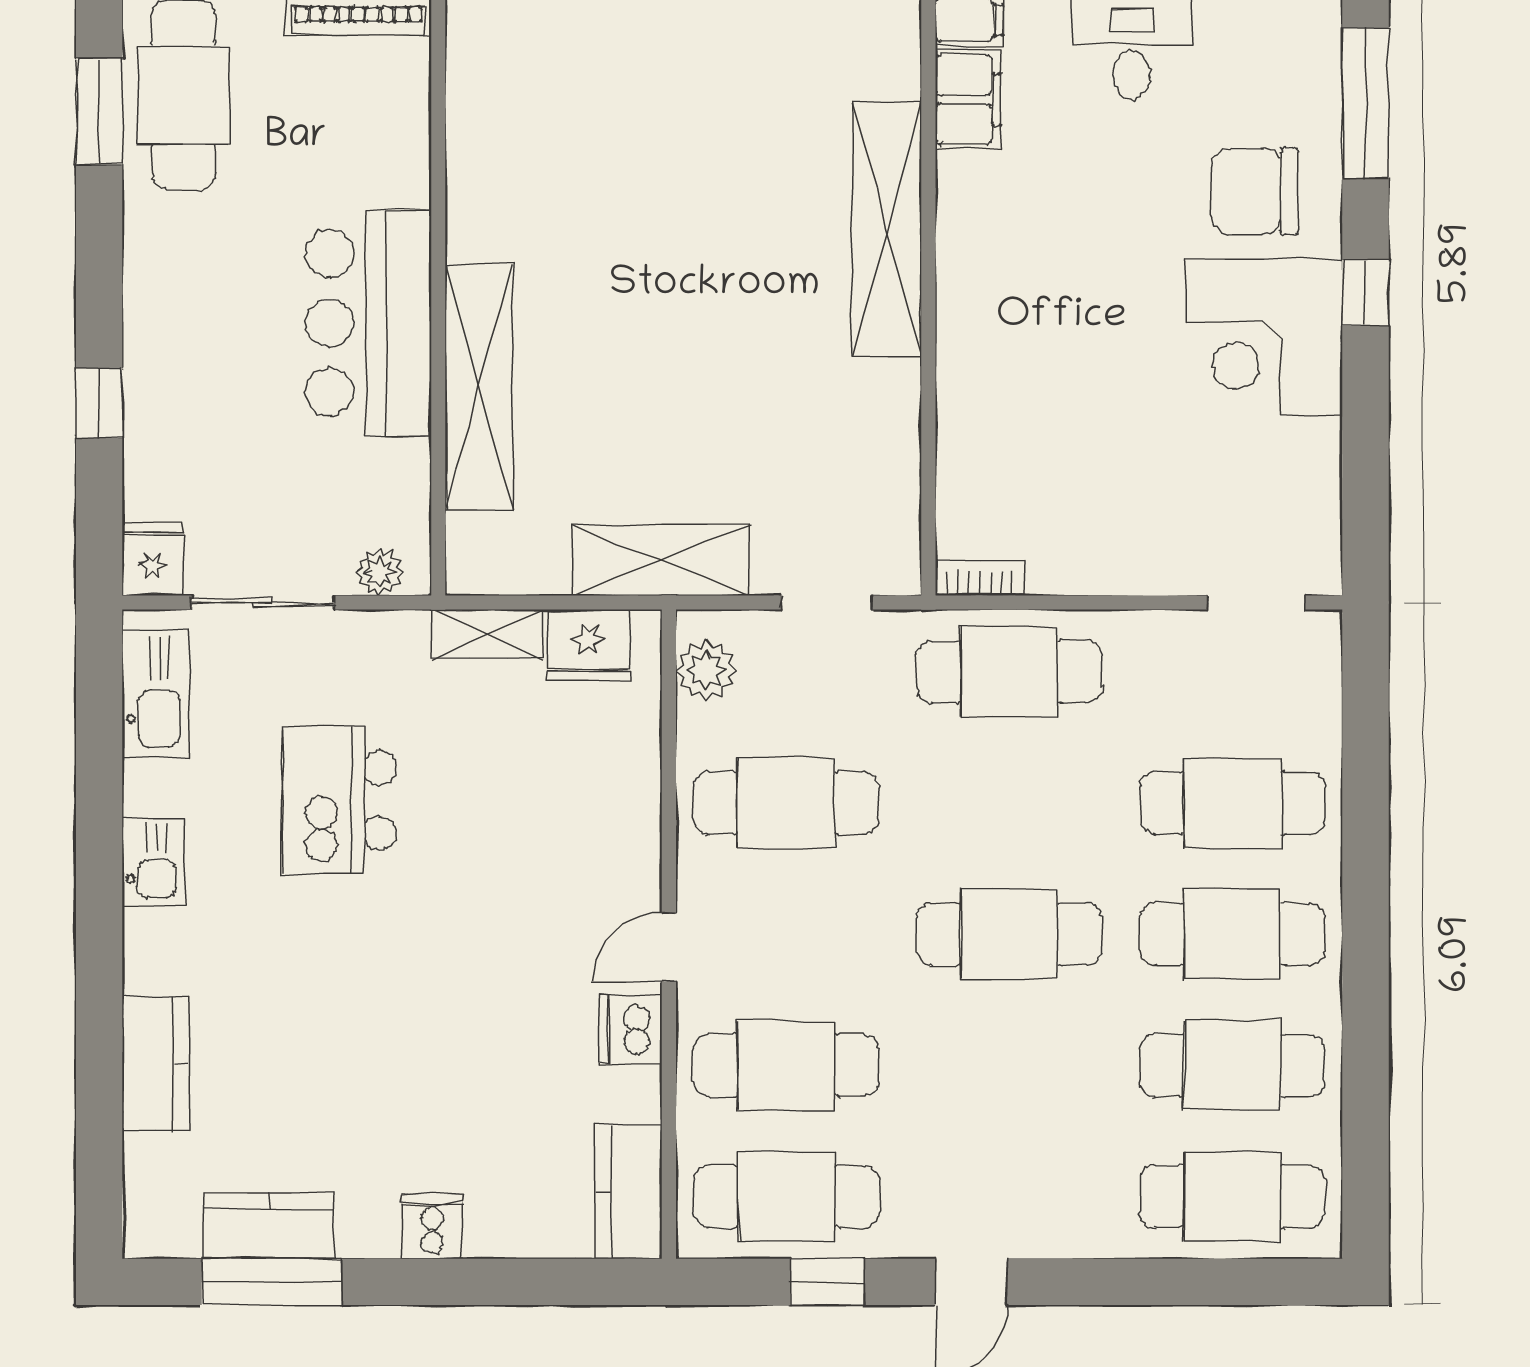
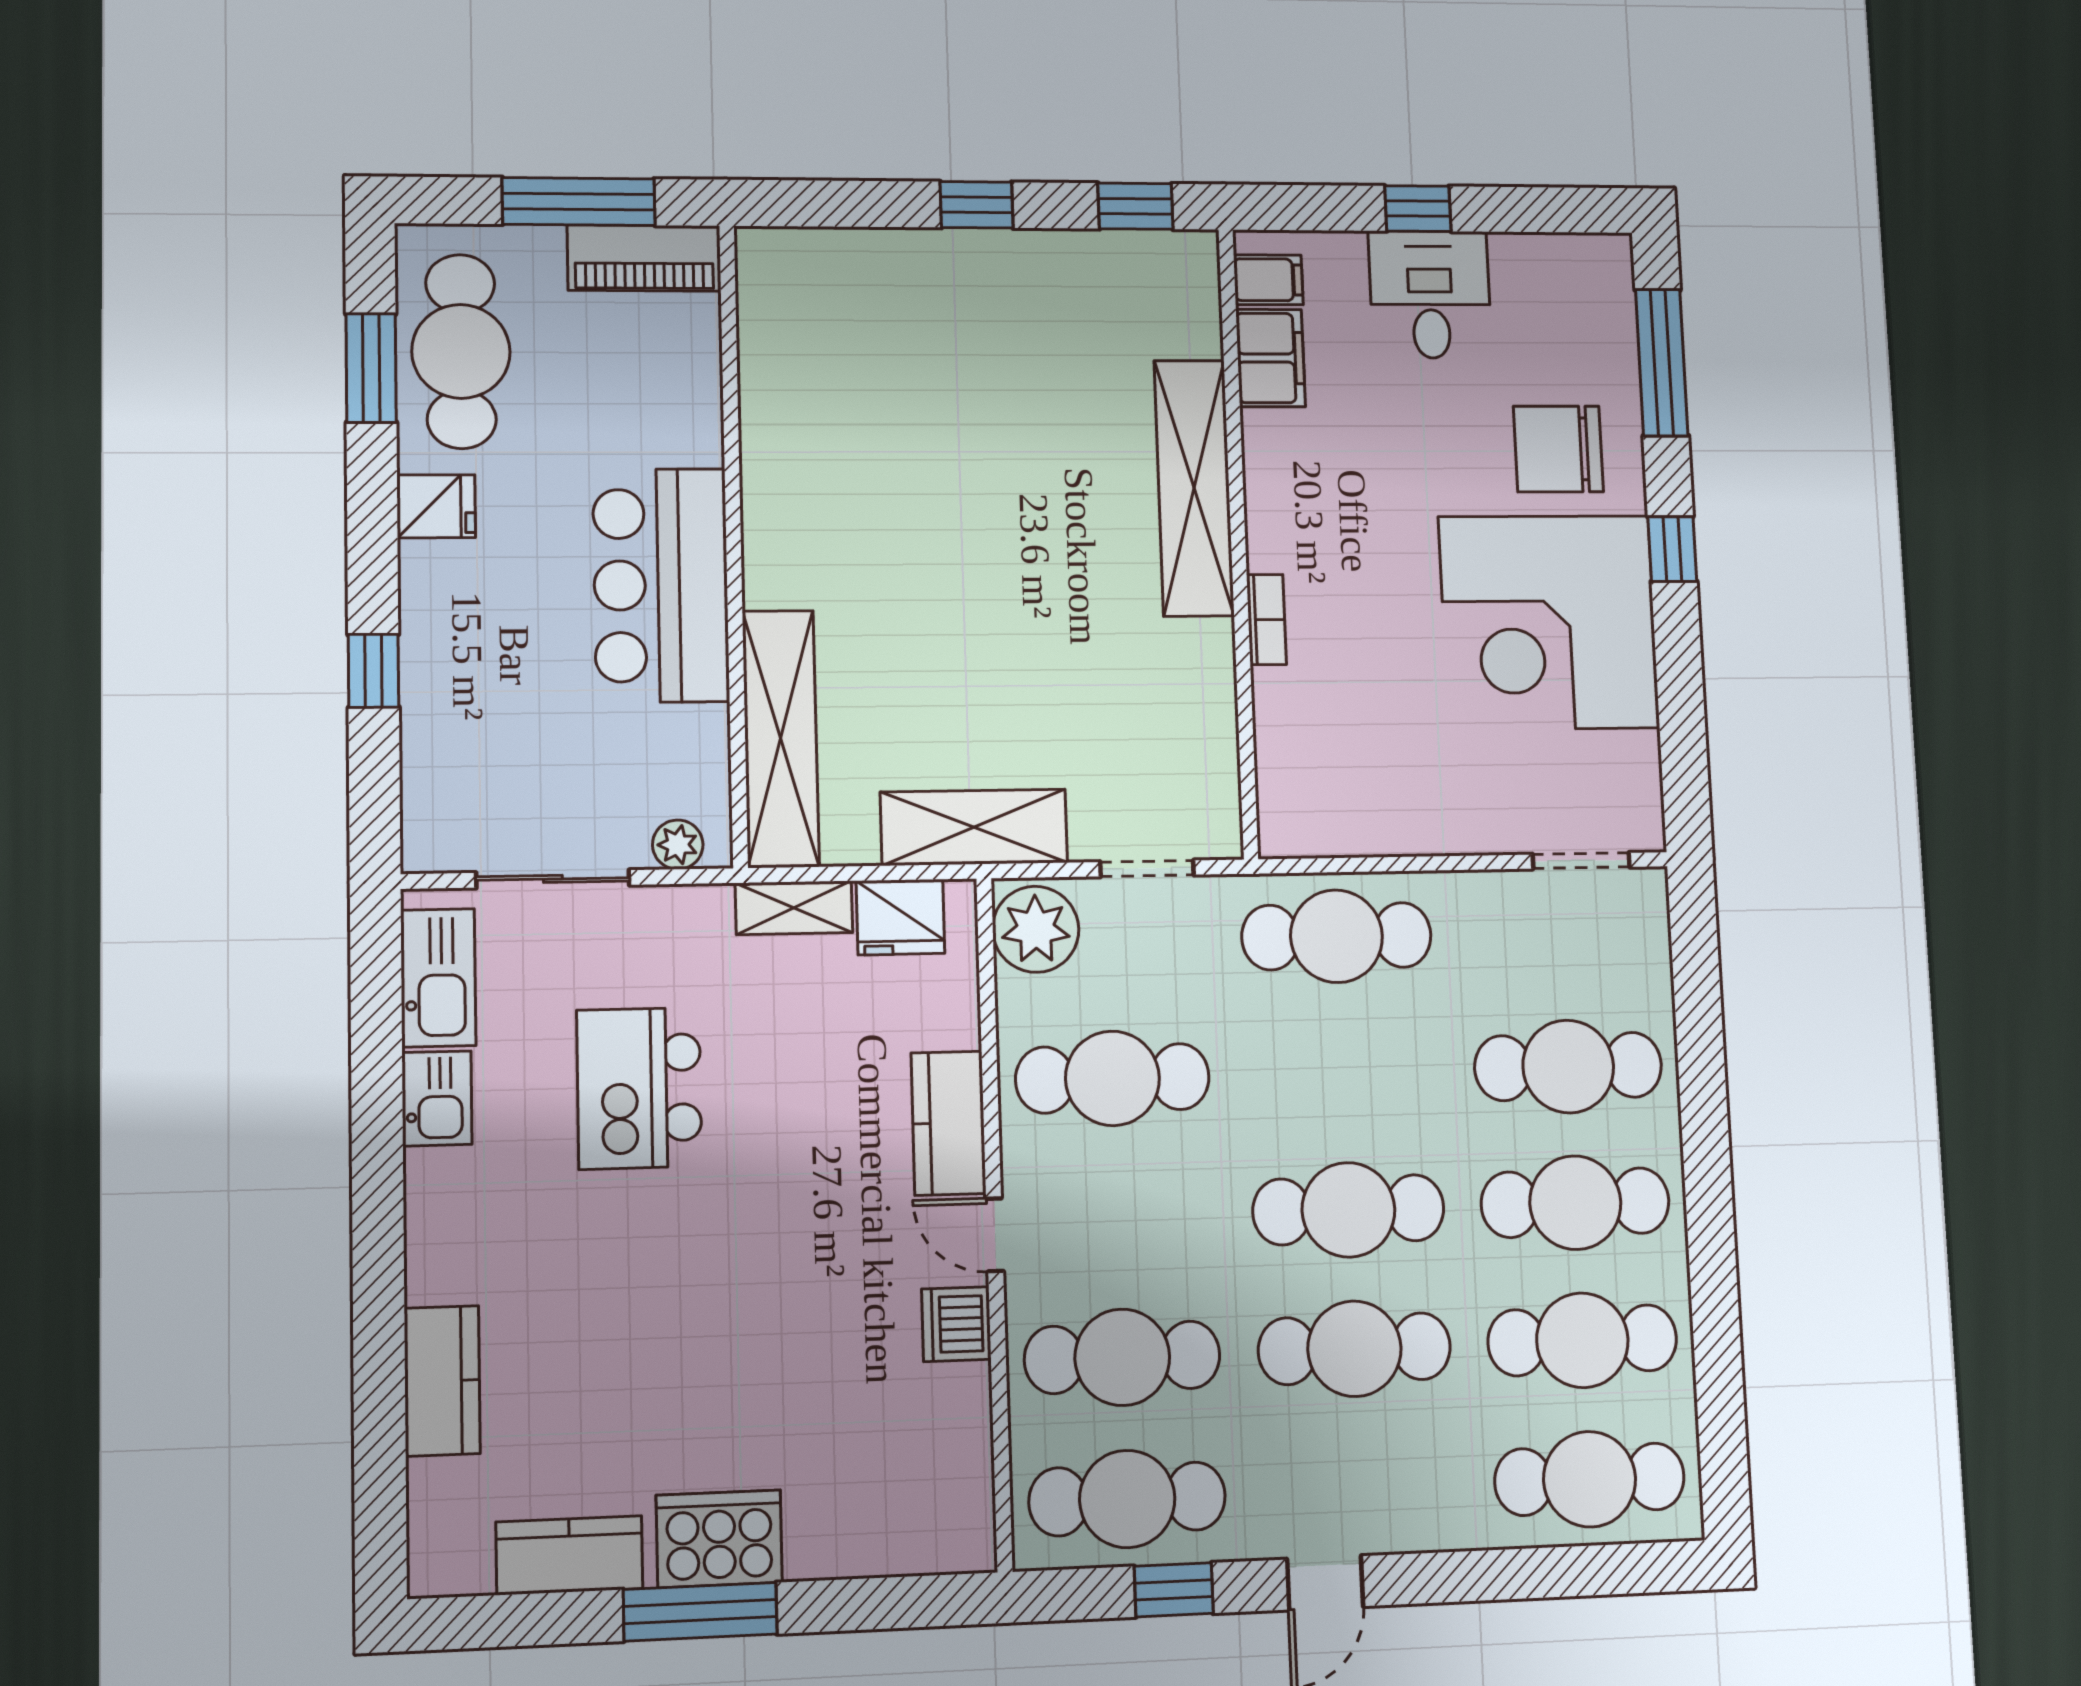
corner desk: (1264, 338) -> (1549, 622), width x1.36, depth x1.36
shelving: (479, 387) -> (781, 739), moved
fridge: (153, 559) -> (436, 506), moved, turned 90
bookcase: (980, 578) -> (1266, 620), moved, turned 90
plant: (706, 670) -> (1036, 929), width x1.36, depth x1.36
kitchen sink: (154, 861) -> (437, 1098), moved
door: (669, 947) -> (995, 1235), hinge flipped
cafe table: (1009, 1065) -> (1354, 1349), added
kitchen counter: (628, 1192) -> (949, 1123), moved
cooker: (432, 1227) -> (719, 1539), width x1.87, depth x1.31
window: (272, 1282) -> (700, 1612), moved

